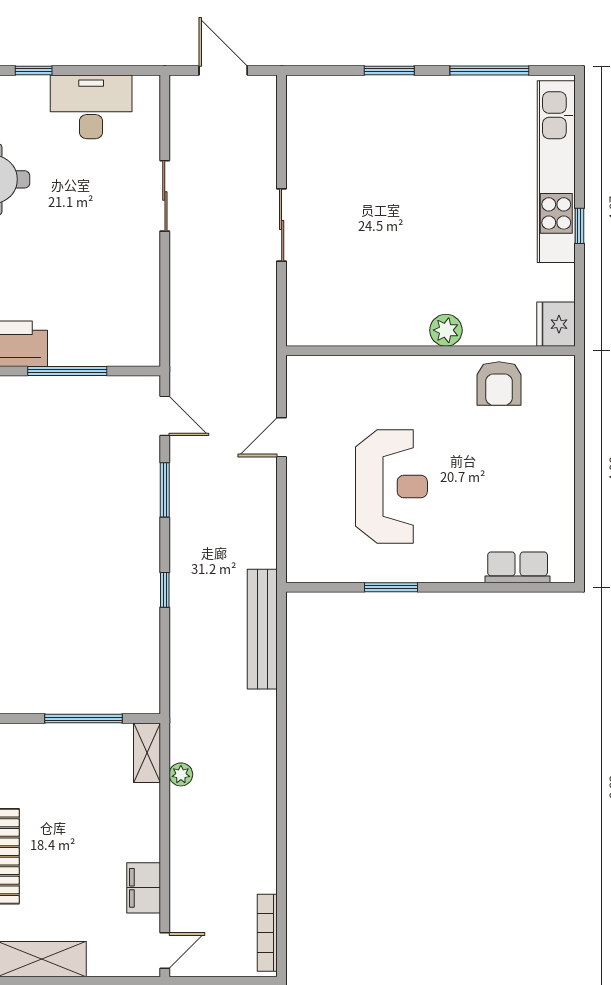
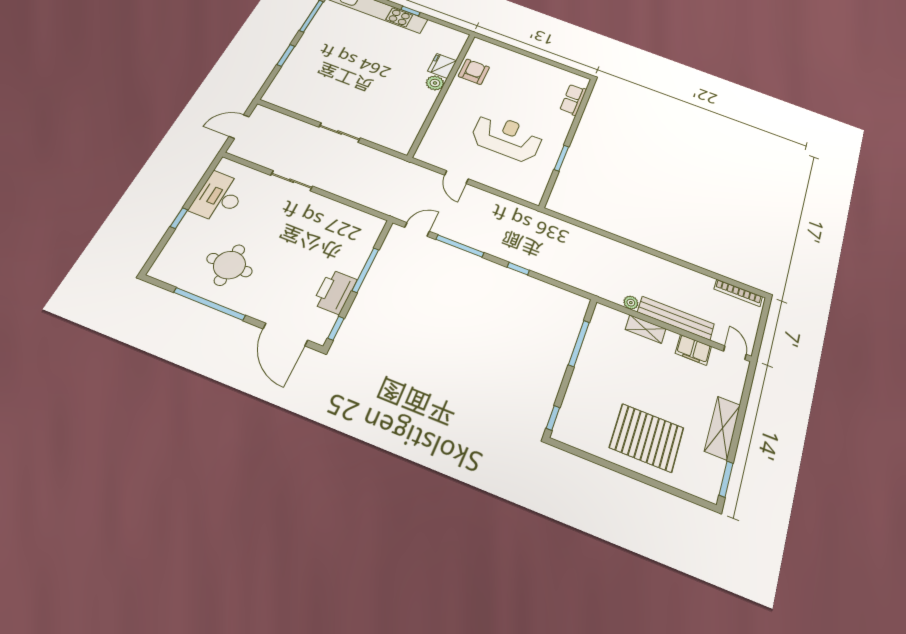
fridge: (556, 324) -> (442, 66), moved, turned 90
armchair: (499, 383) -> (474, 72), turned -90
window: (165, 490) -> (460, 246), width x1.44
bench: (262, 629) -> (676, 318), moved
shelving: (147, 753) -> (646, 329), moved

